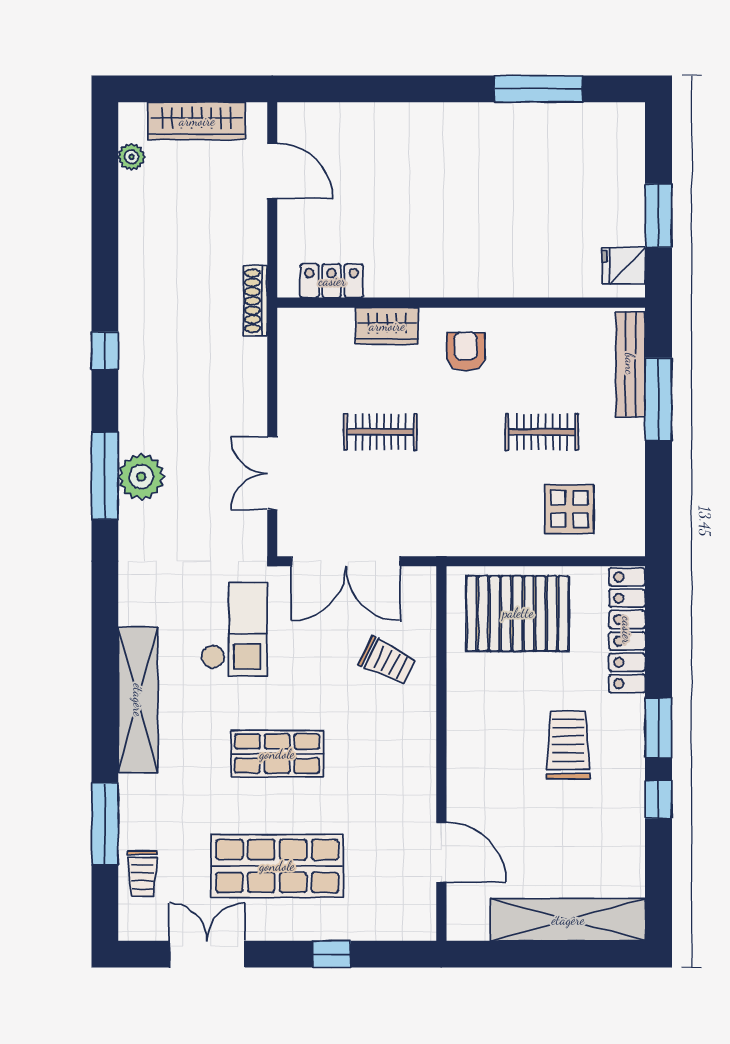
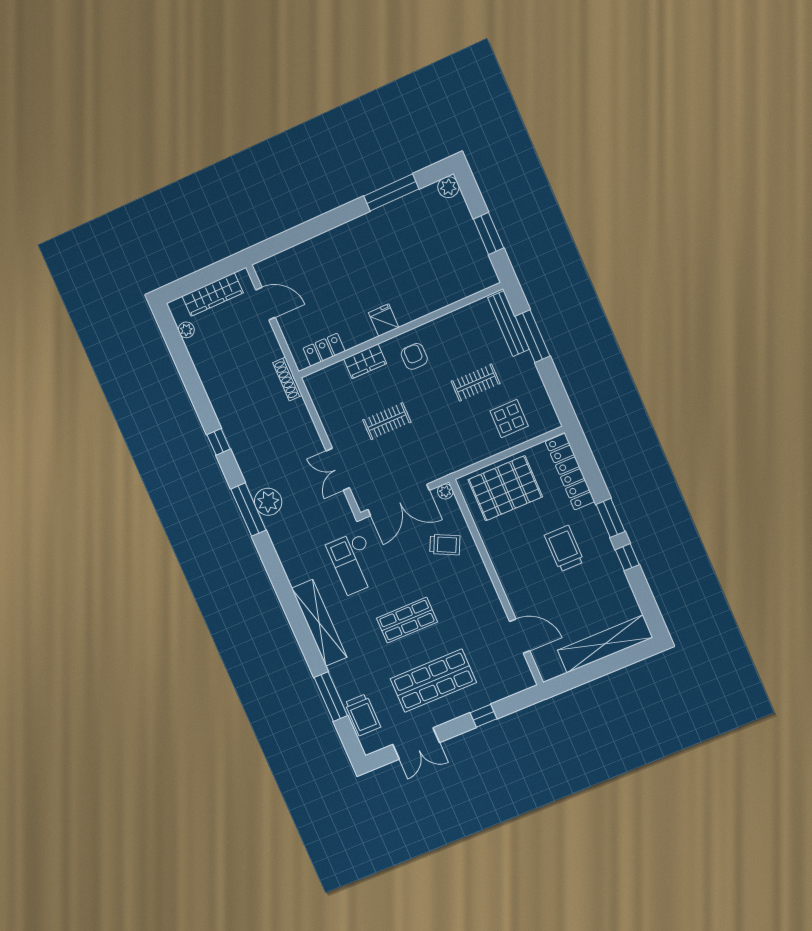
plant: (628, 119) -> (448, 187), added
fridge: (623, 266) -> (384, 320), moved, turned 90
plant: (424, 579) -> (445, 491), added
checkout: (234, 629) -> (354, 563), turned 180
trolley: (142, 873) -> (363, 715), width x1.36, depth x1.39
double door: (207, 954) -> (416, 743), swing flipped

